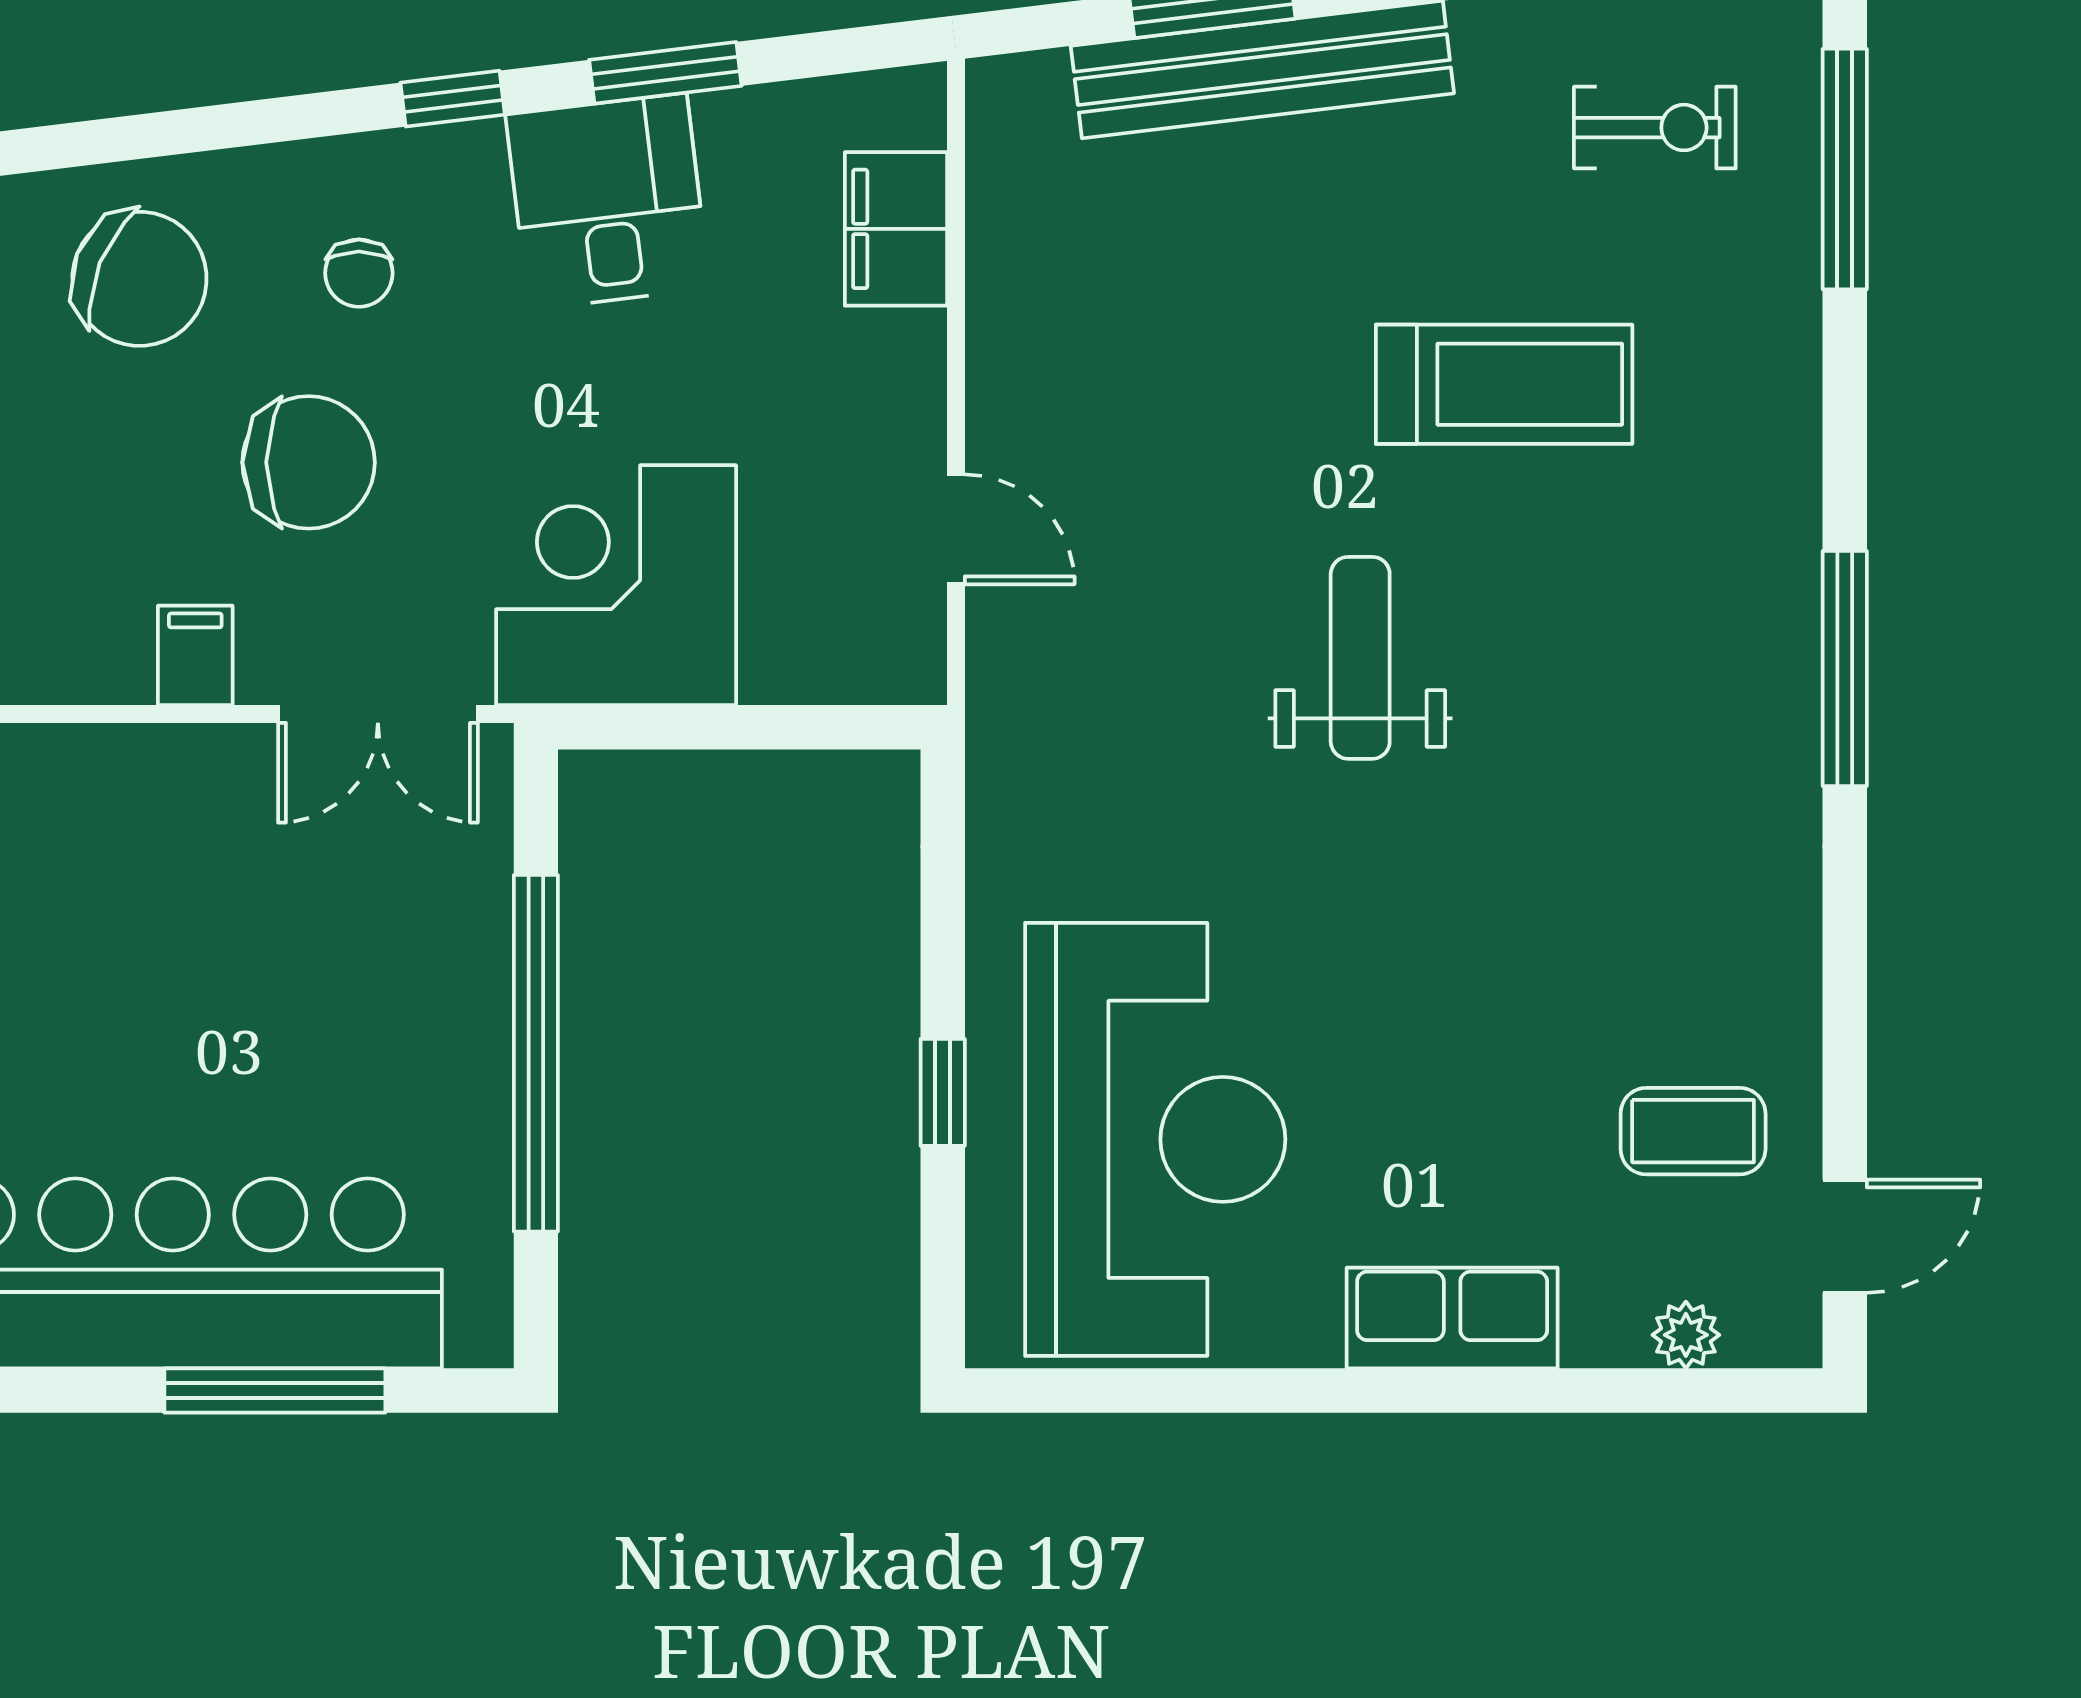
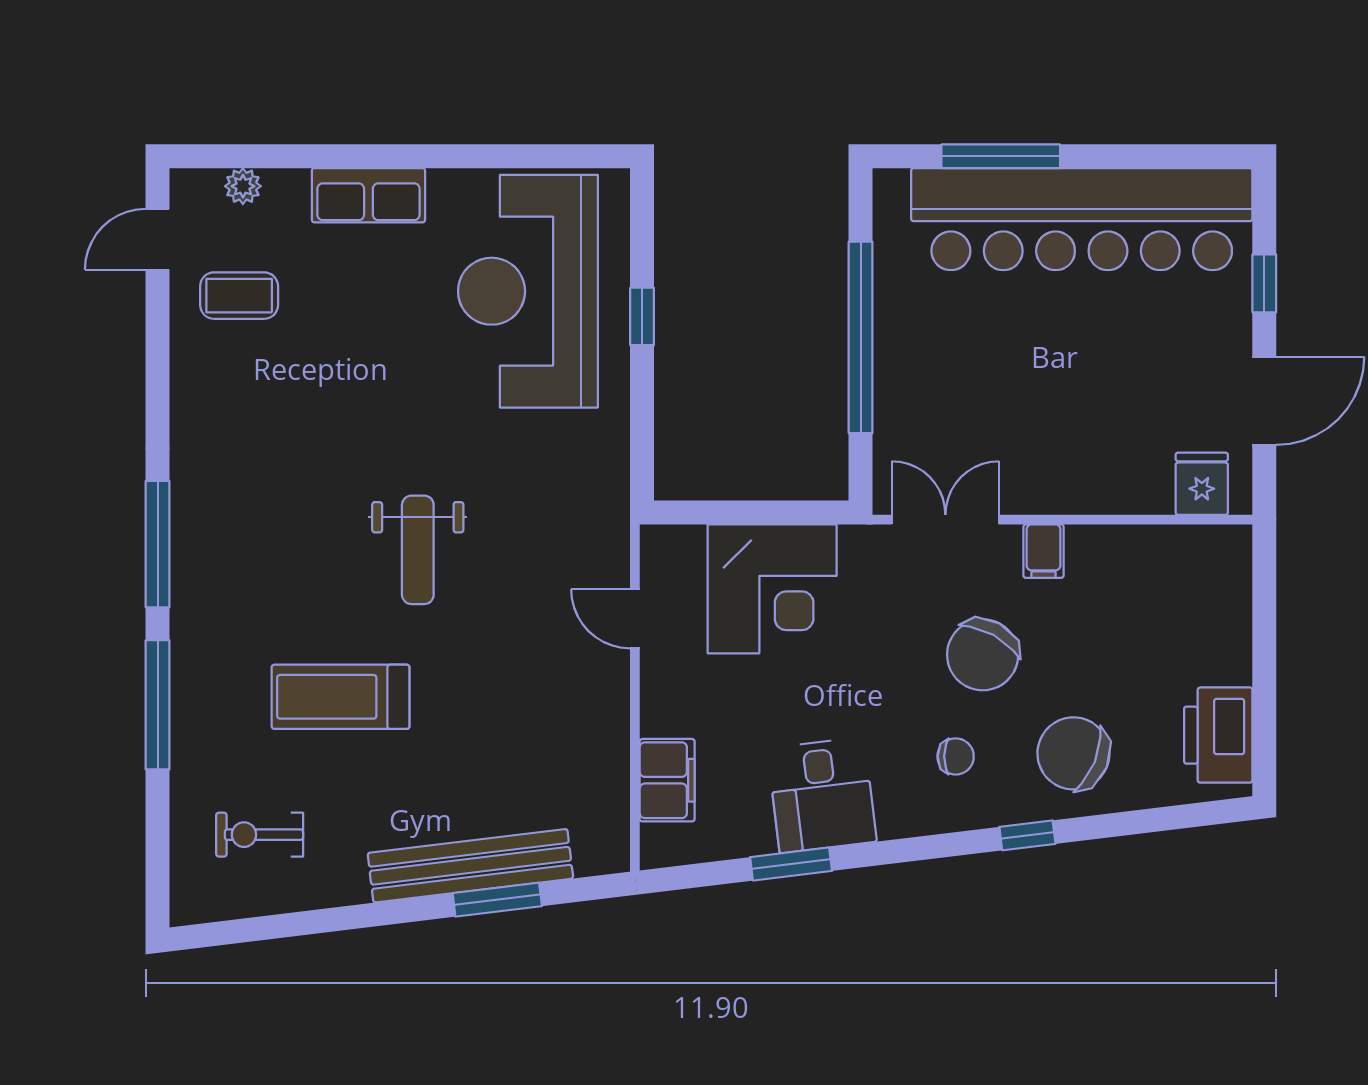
window: (453, 99) -> (1027, 835), moved
window: (1845, 169) -> (158, 705), moved
chair: (359, 273) -> (956, 756), turned 90
chair: (309, 462) -> (983, 655), turned -61
corner desk: (616, 585) -> (772, 589), moved

